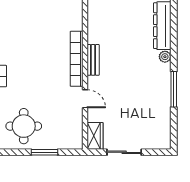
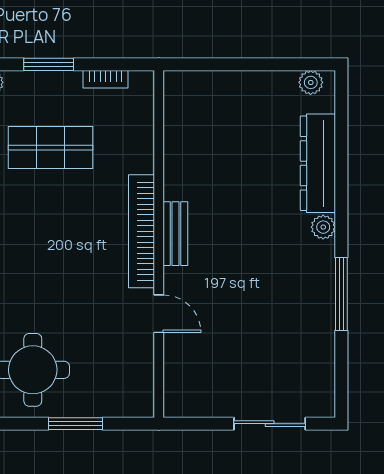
shop shelf: (32, 18) -> (50, 148), added
wardrobe: (95, 136) -> (179, 390), removed
sliding door: (124, 152) -> (270, 424), moved

